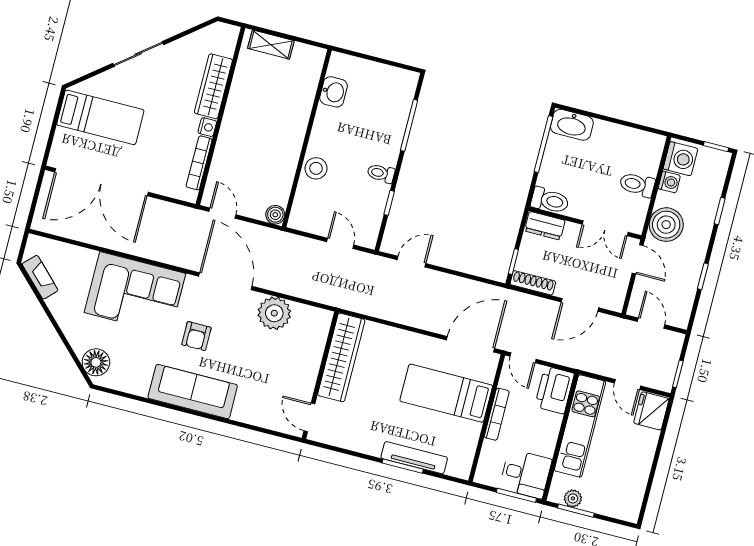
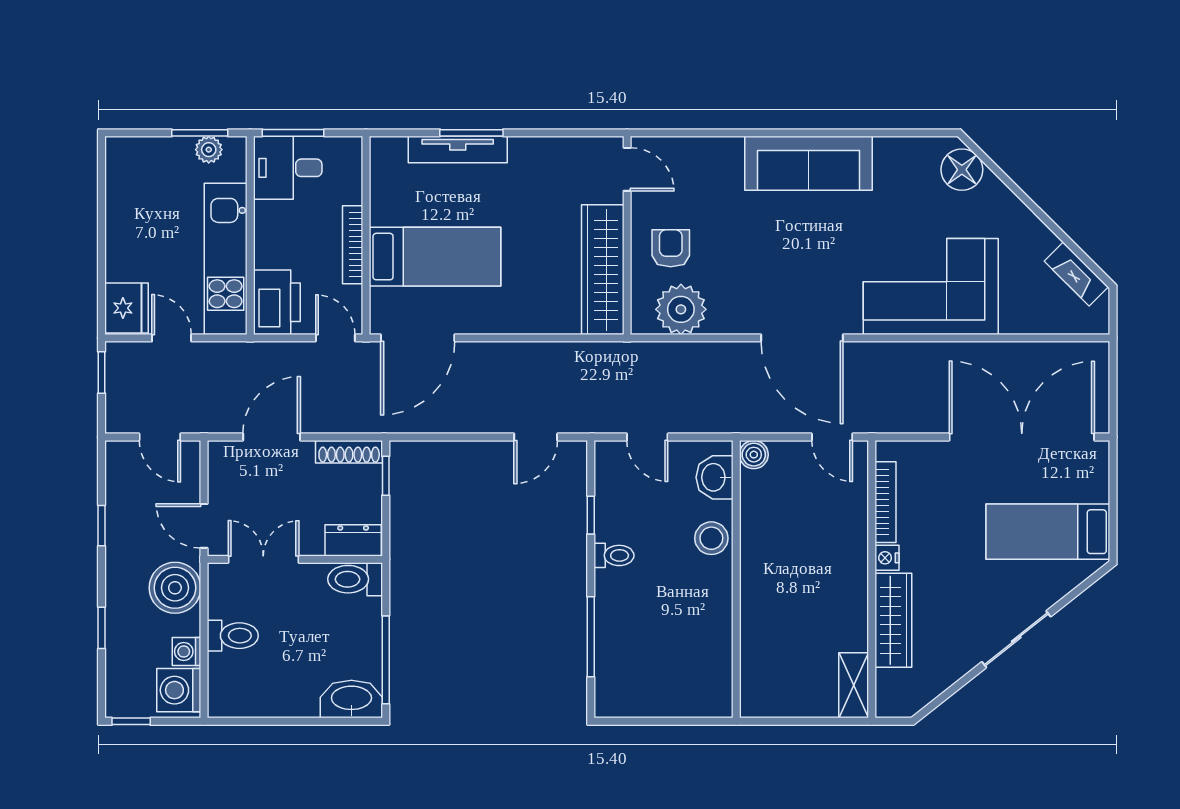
shelving: (271, 45) -> (854, 685), moved, turned 90
washbasin: (334, 92) -> (715, 477), moved
plant: (274, 313) -> (681, 309), moved
armchair: (196, 336) -> (671, 248), moved

